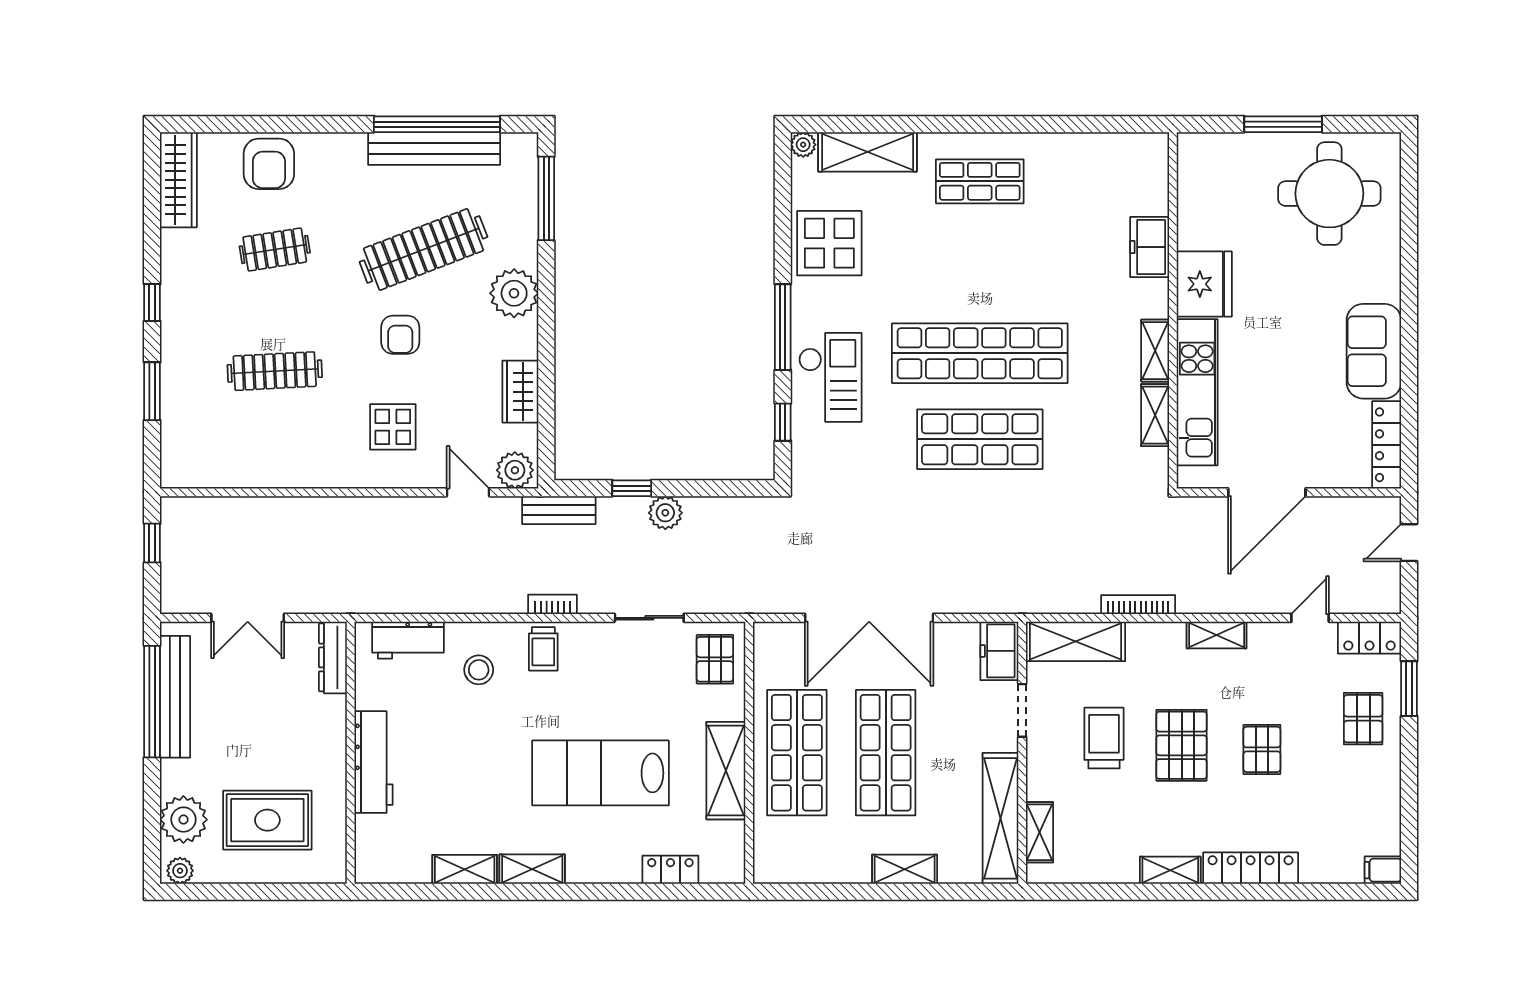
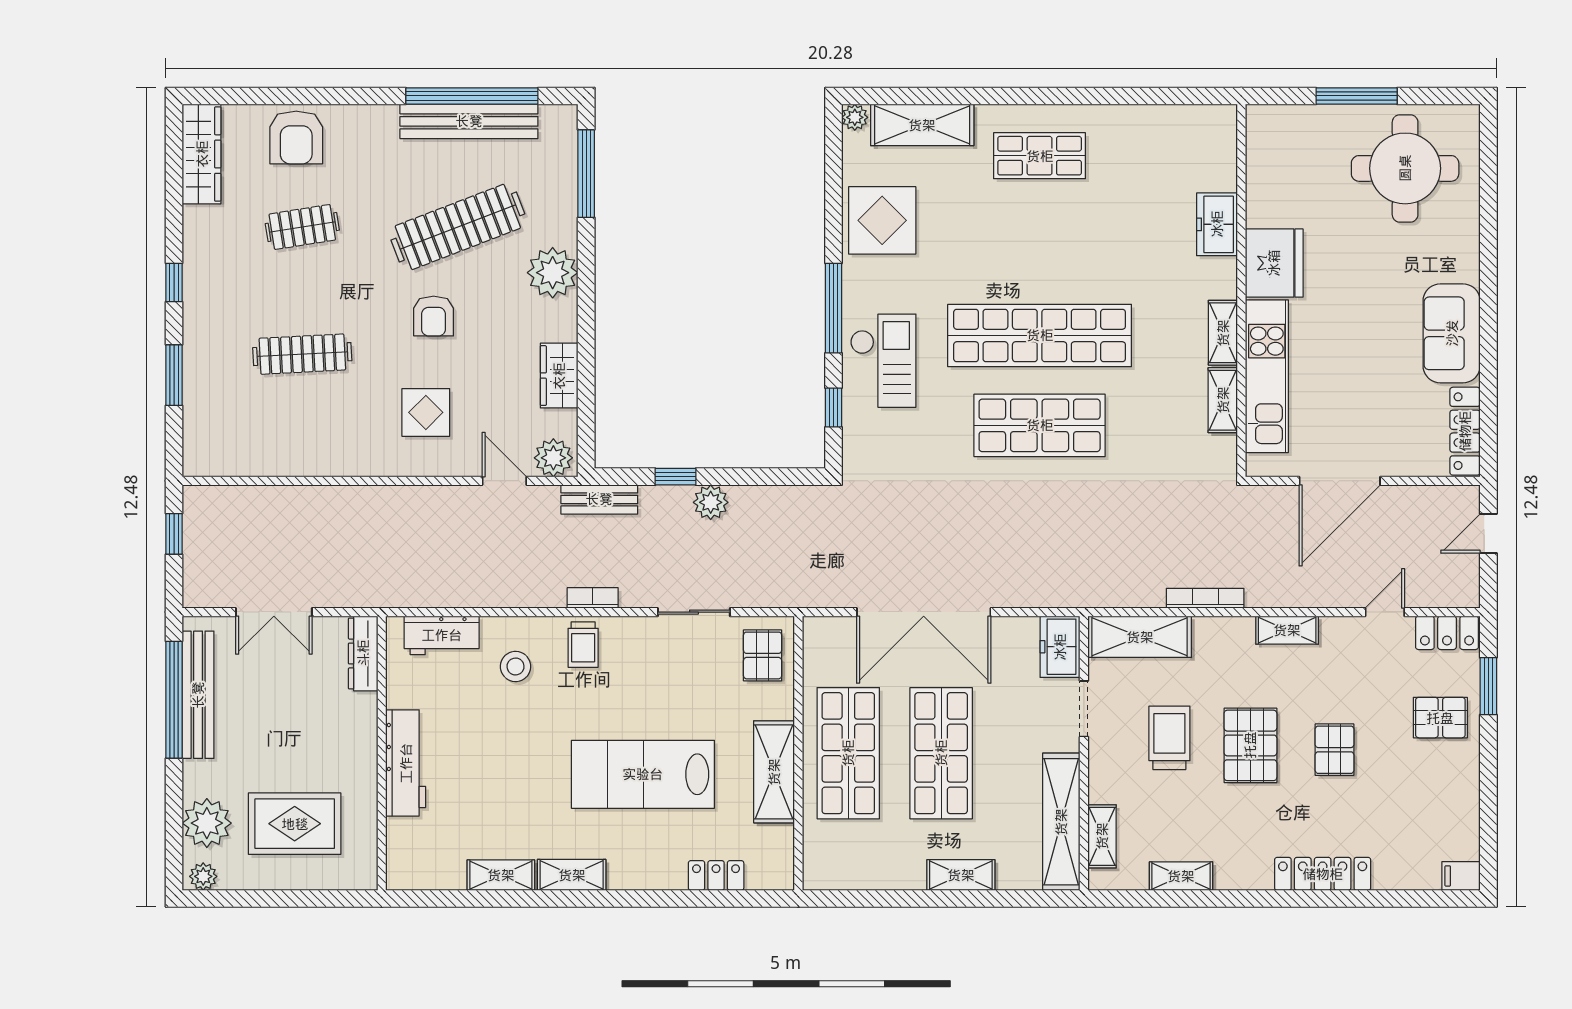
pallet: (1363, 719) -> (1440, 718), turned 90
shelving: (1170, 870) -> (1181, 876), moved

